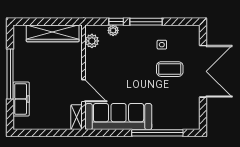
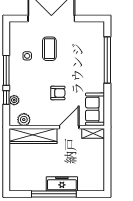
wardrobe: (53, 33) -> (33, 136), moved, turned 90
armchair: (121, 78) -> (58, 93), added
freezer: (21, 99) -> (62, 184), moved
sofa: (119, 117) -> (95, 109), width x0.54, depth x0.79

